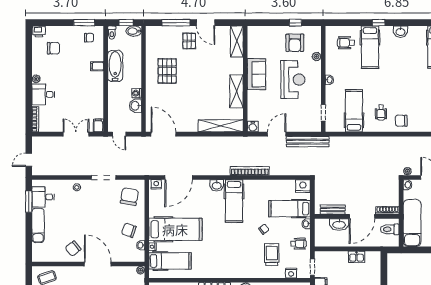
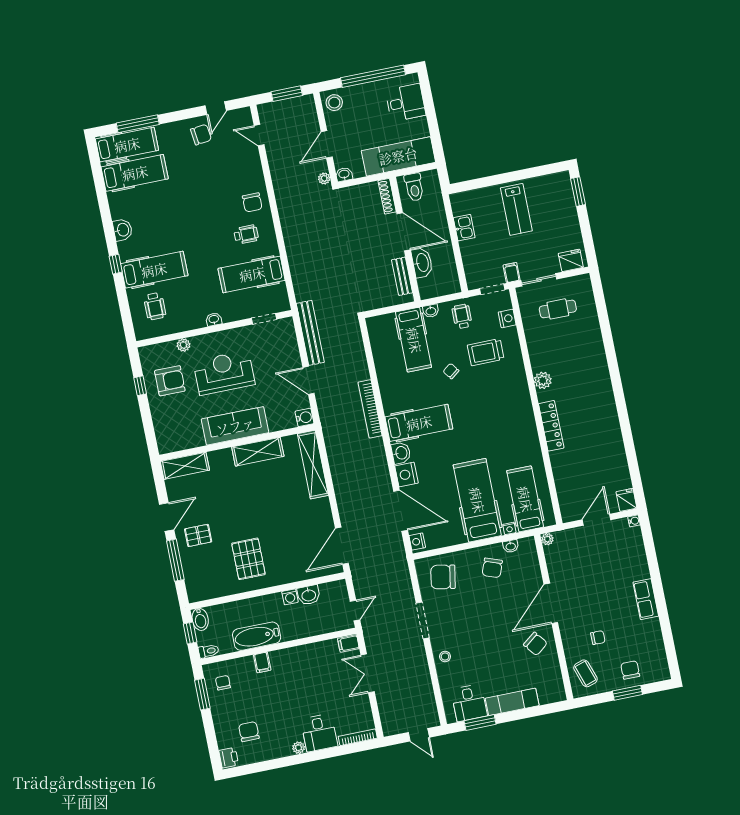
pallet: (167, 71) -> (248, 559), turned 90
sofa: (256, 74) -> (235, 426), width x1.36
nightstand: (303, 186) -> (407, 475), moved

